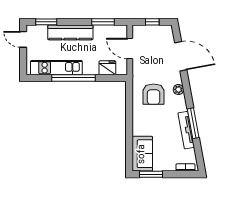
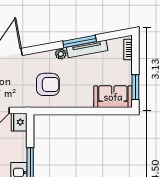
fridge: (107, 68) -> (19, 122), moved
plant: (178, 90) -> (61, 54), moved

